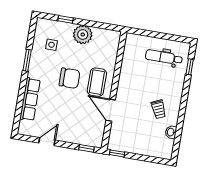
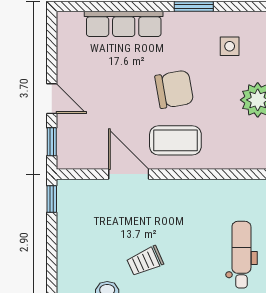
chair: (69, 78) -> (174, 89), turned -100
door: (111, 110) -> (129, 174), hinge flipped
door: (47, 142) -> (52, 99), moved

